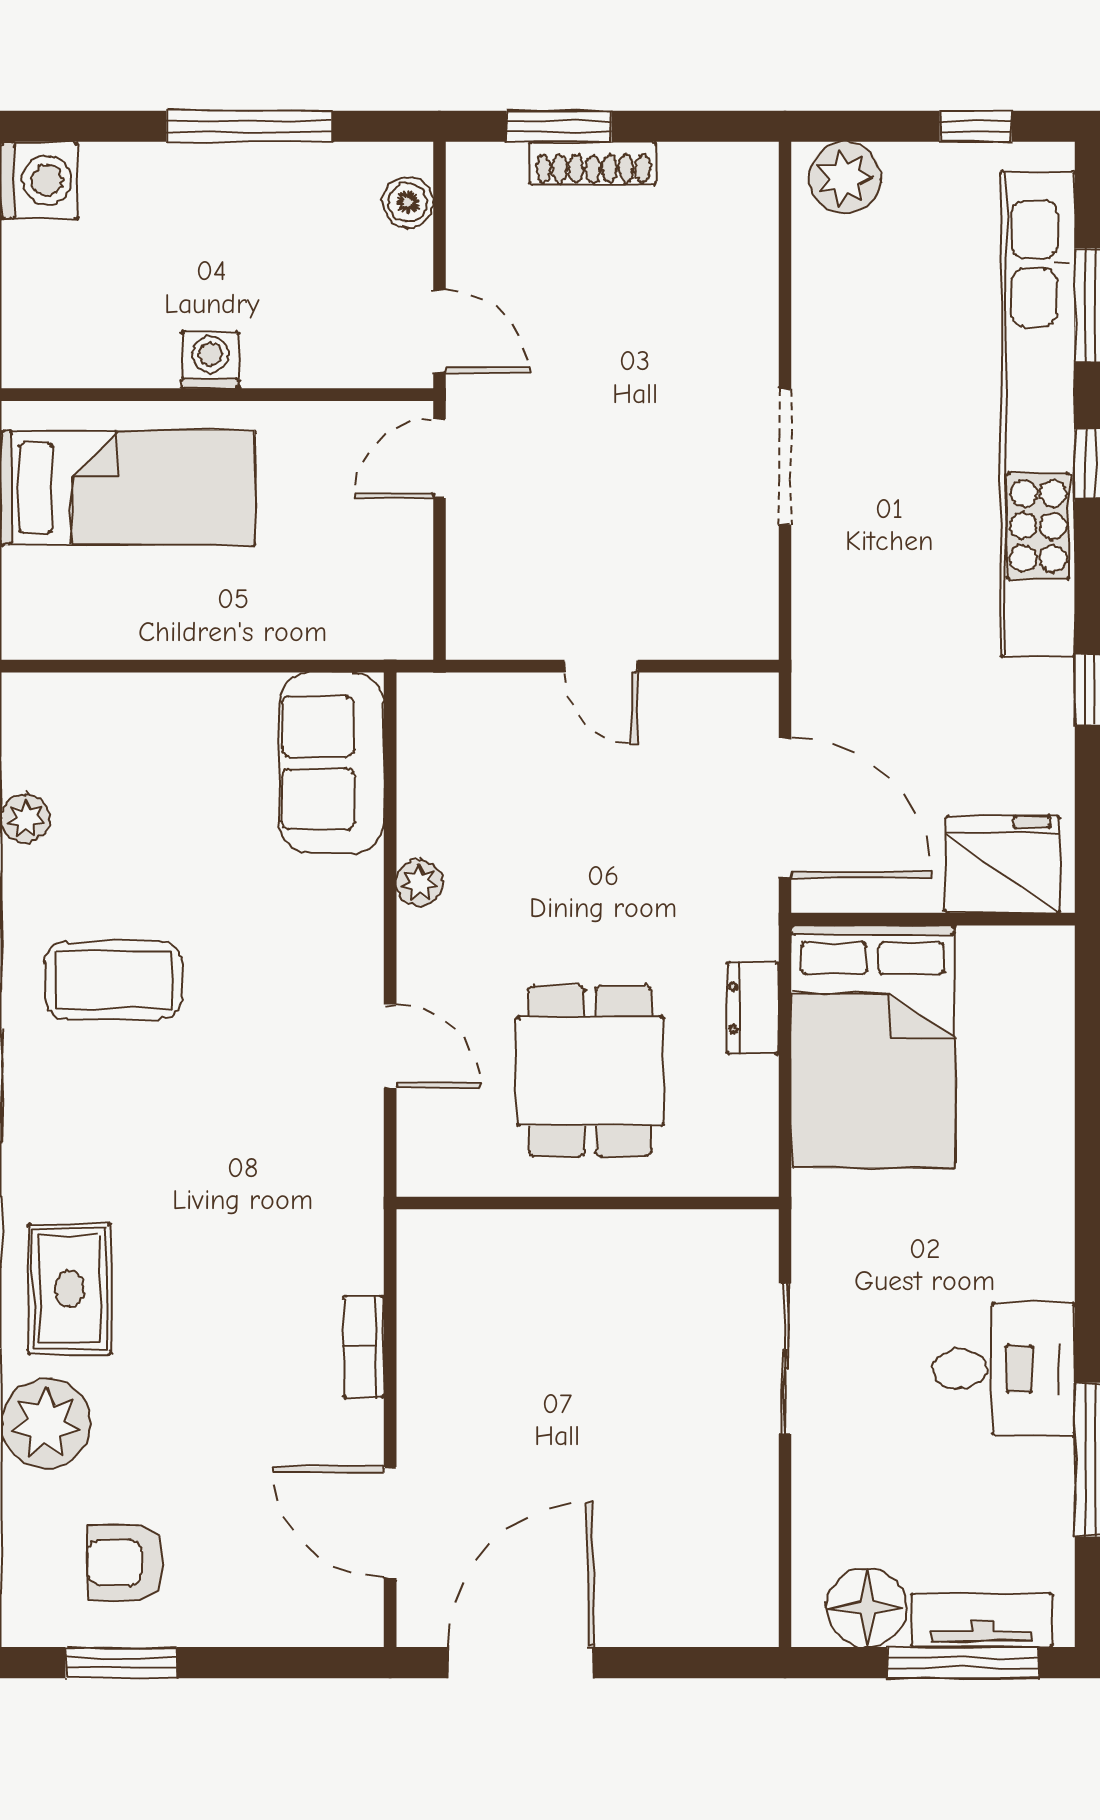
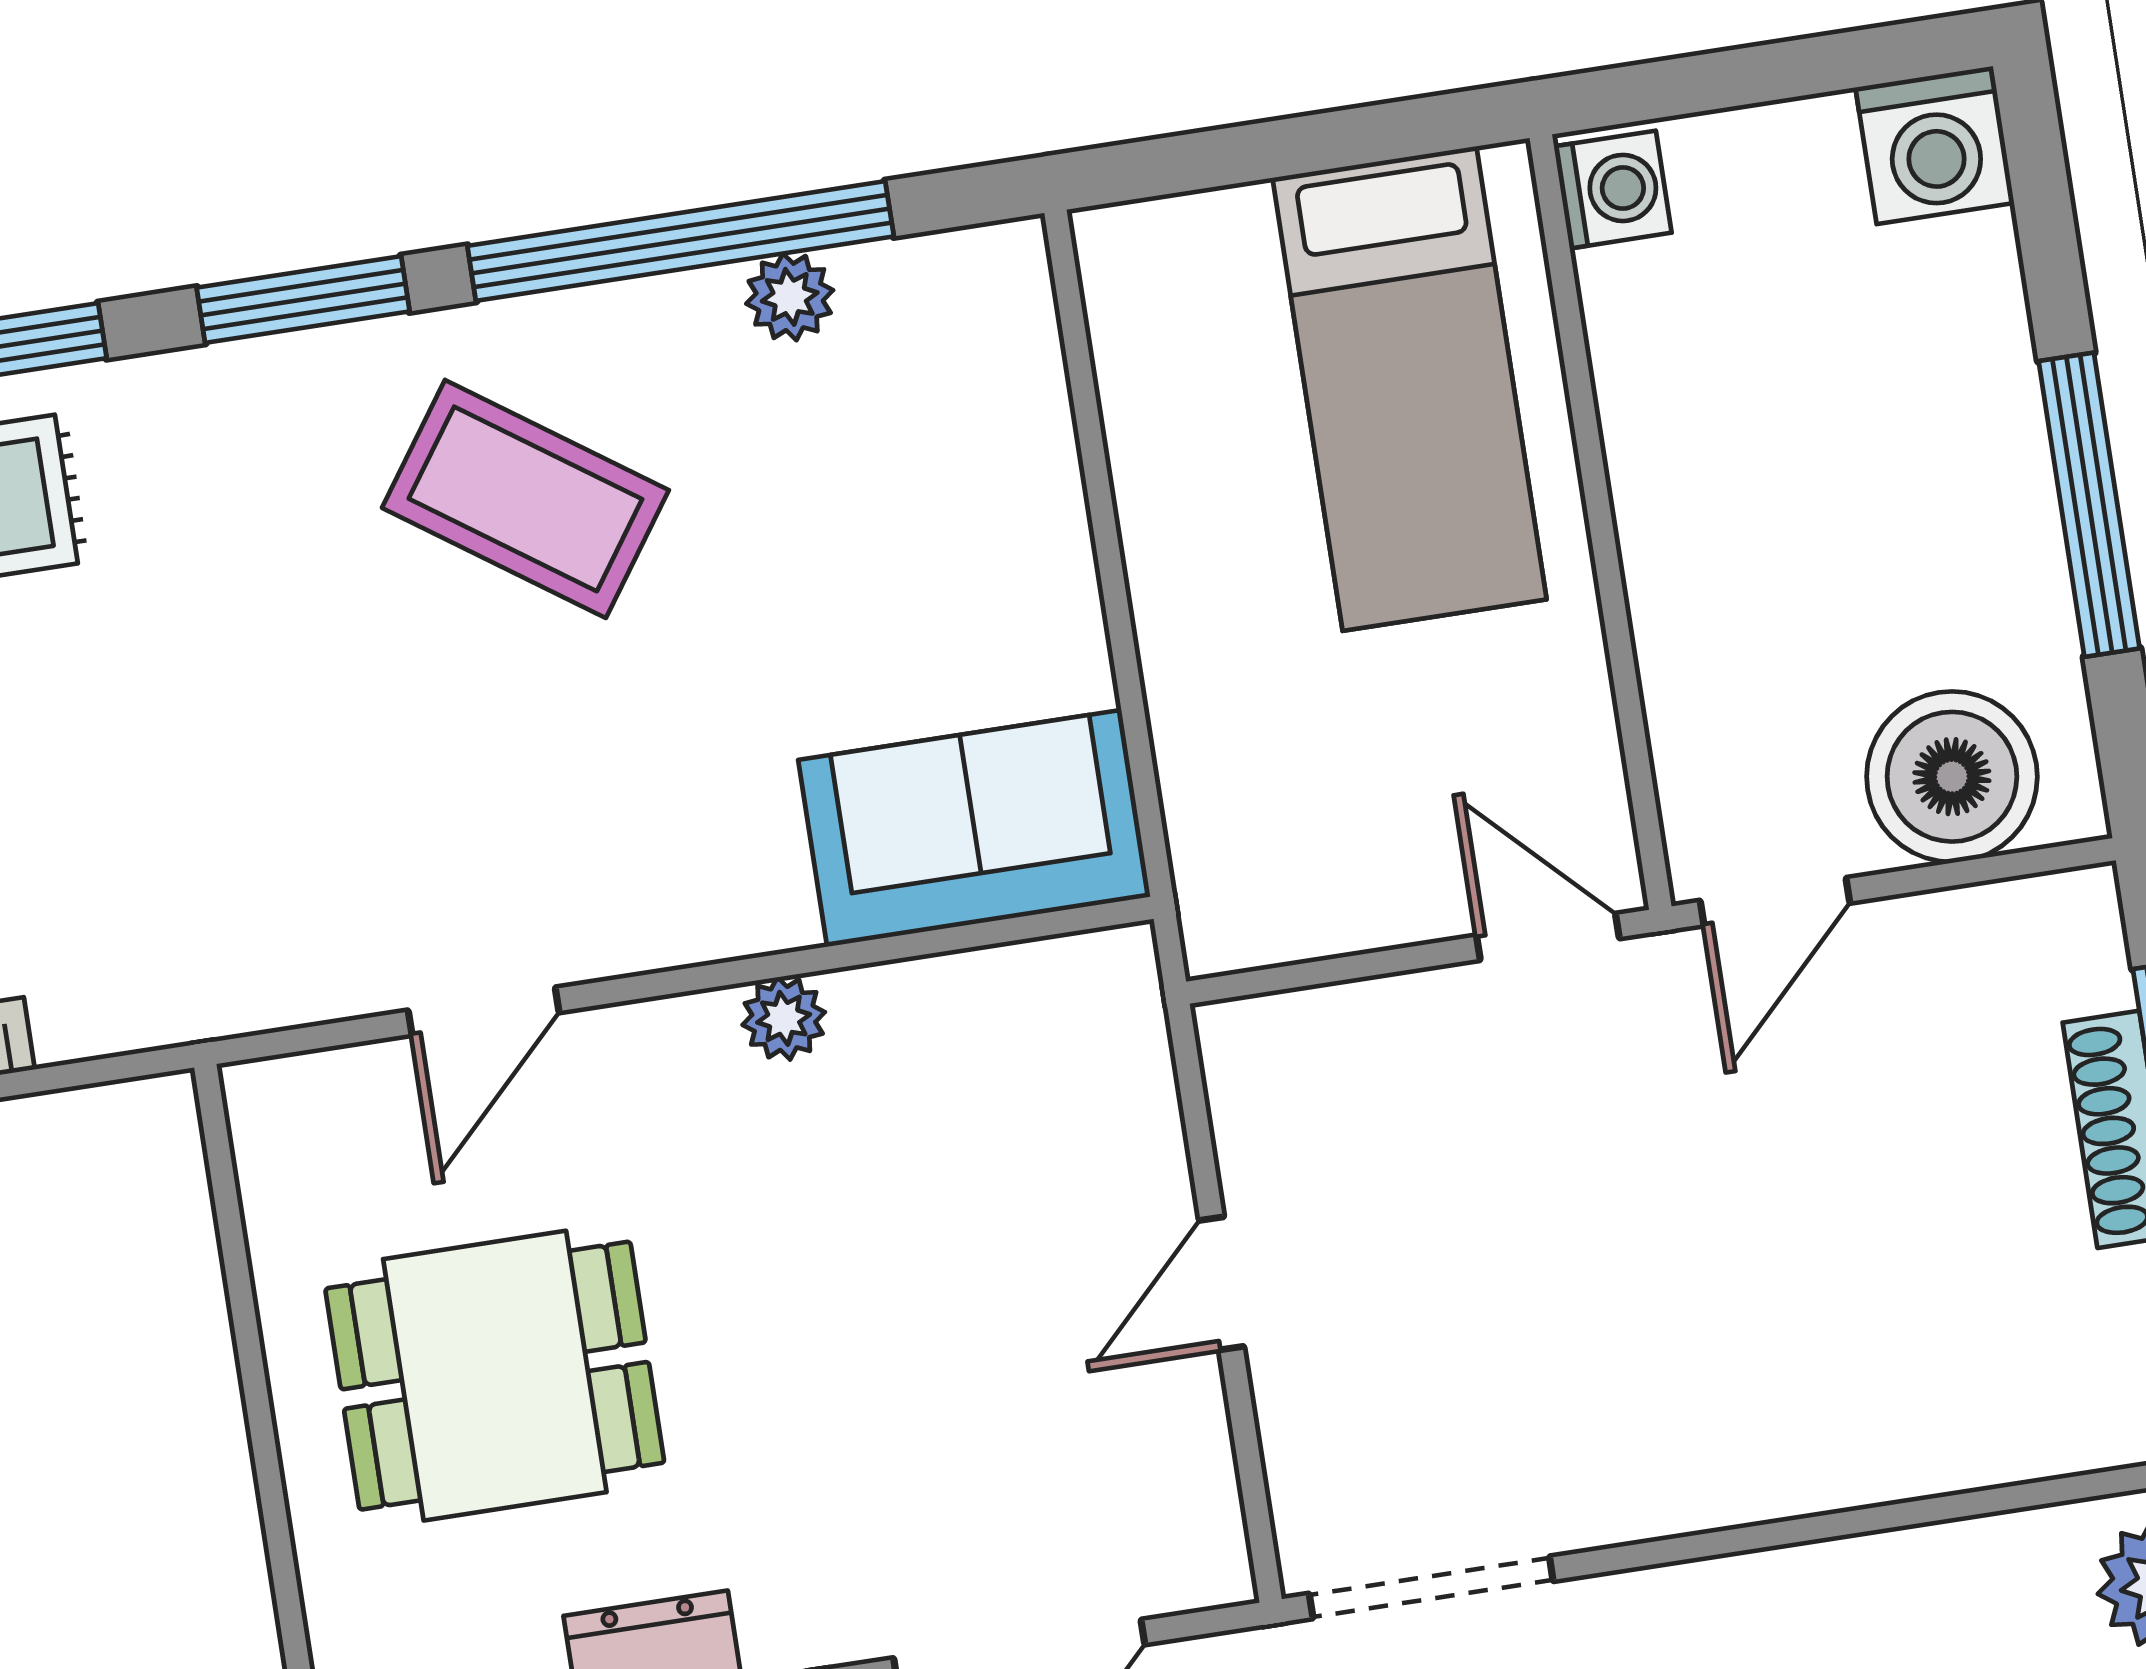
boiler: (408, 202) -> (1952, 777), width x1.86, depth x1.86
washing machine: (210, 360) -> (1613, 190), moved
doorway: (785, 457) -> (1431, 1587), moved
coffee table: (114, 980) -> (525, 499), turned -55

